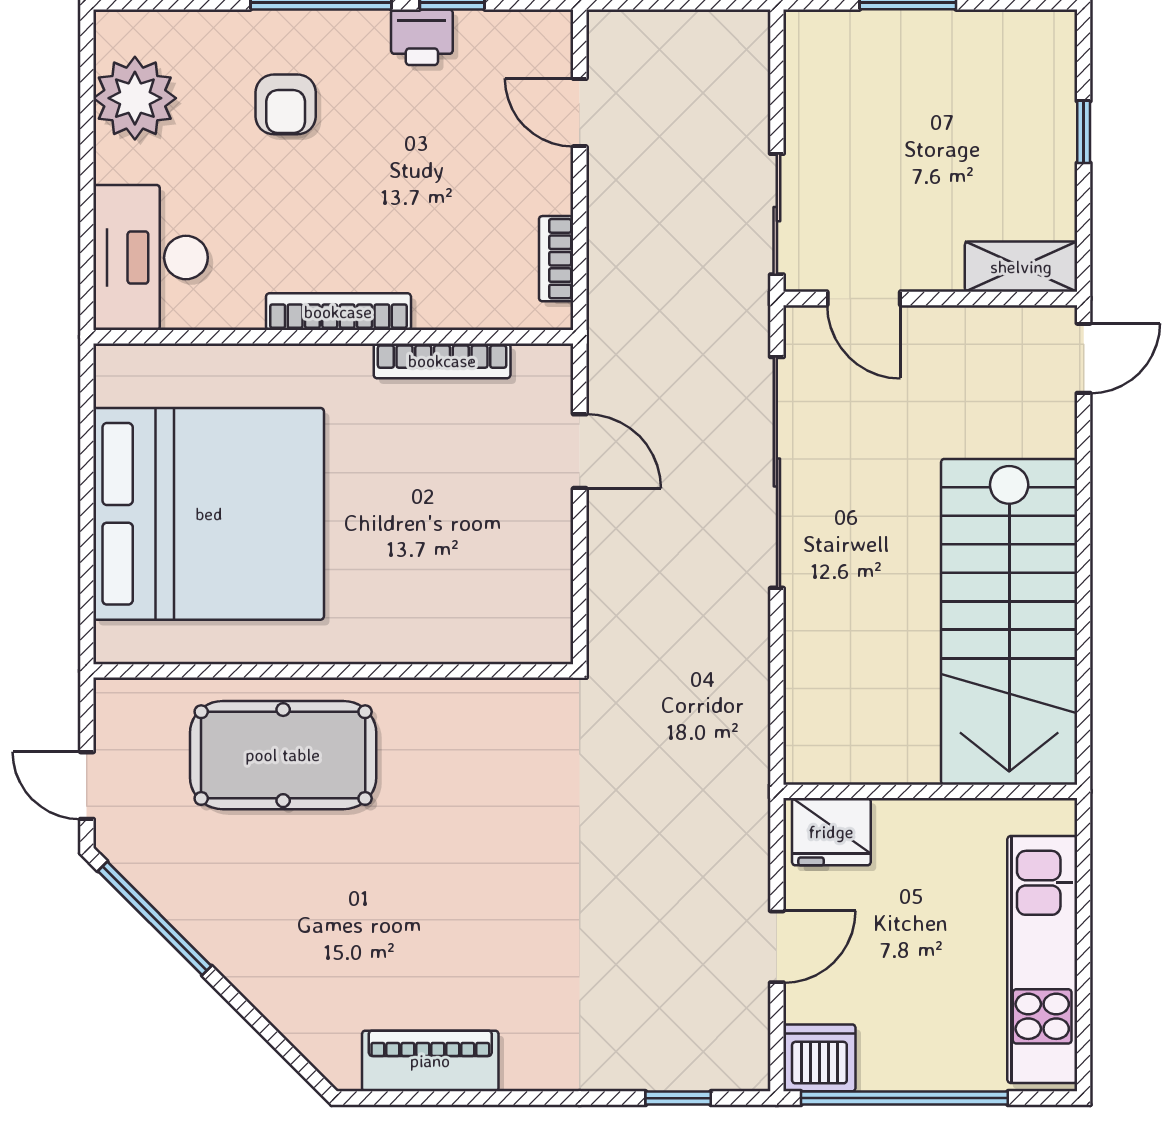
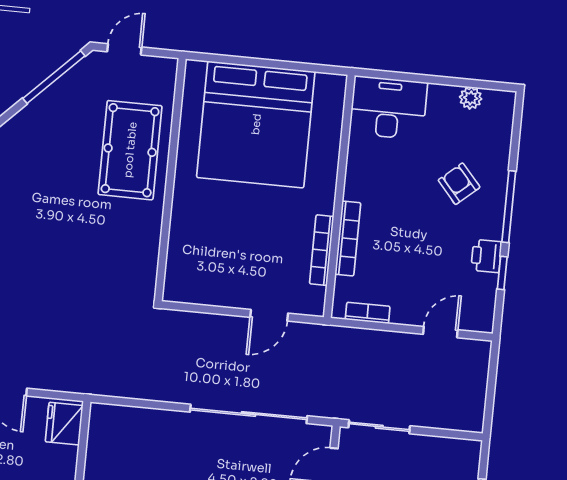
plant: (135, 98) -> (471, 98), width x0.53, depth x0.53
armchair: (286, 104) -> (459, 184), turned 49
bookcase: (338, 312) -> (348, 238), moved

